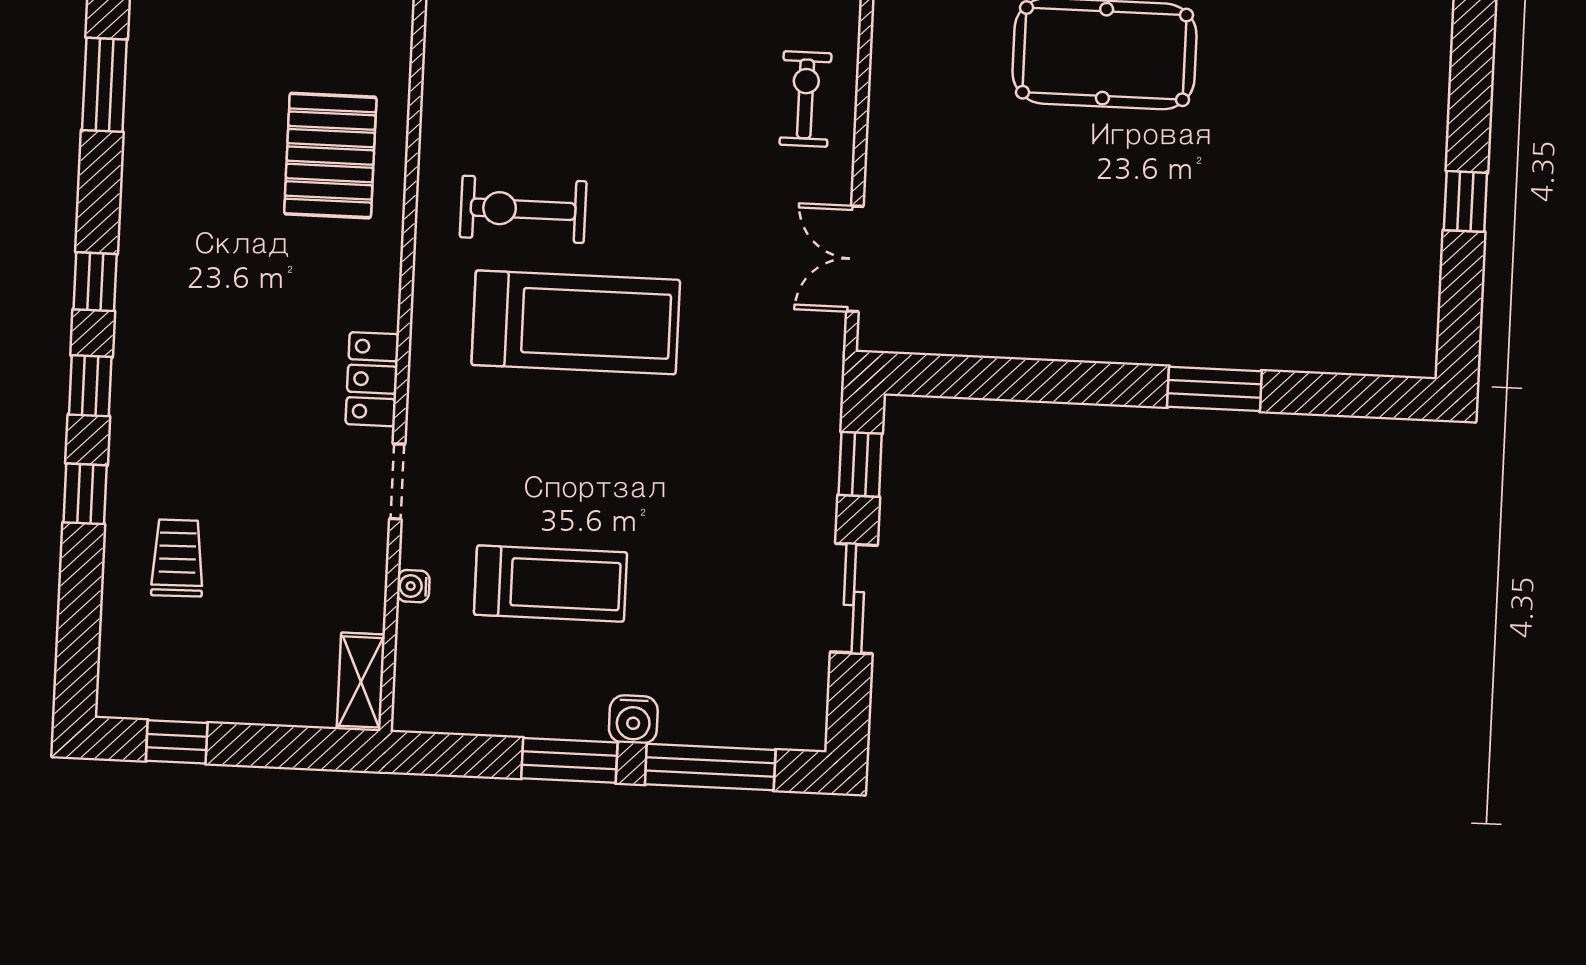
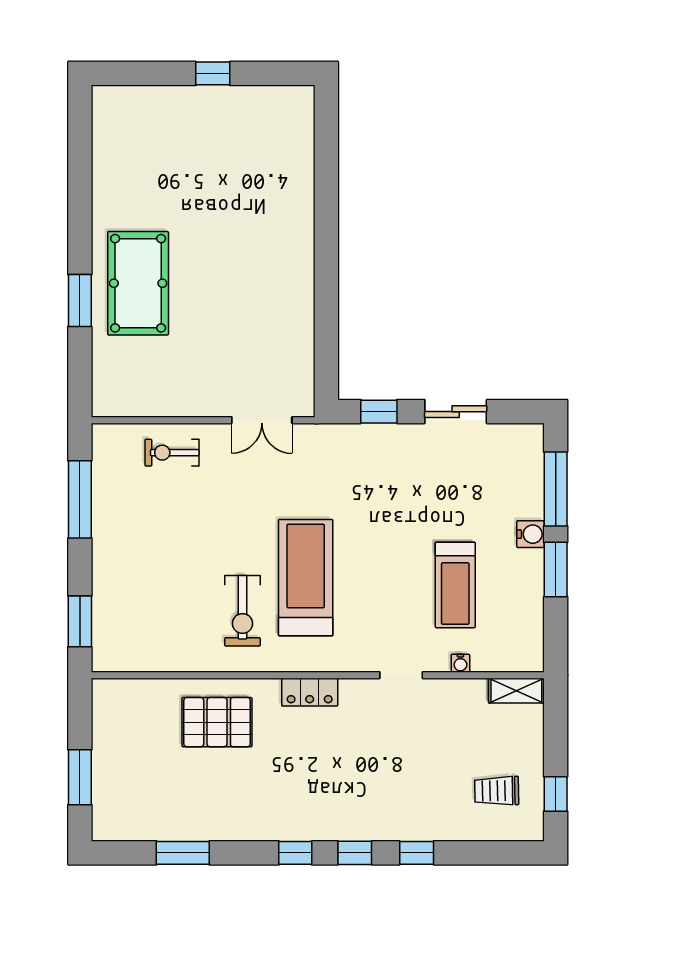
locker: (372, 379) -> (310, 692), moved
window: (1214, 389) -> (326, 212), removed
trolley: (177, 558) -> (497, 791), moved
treadmill: (551, 584) -> (455, 585), turned 180

